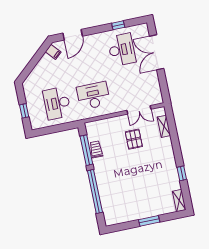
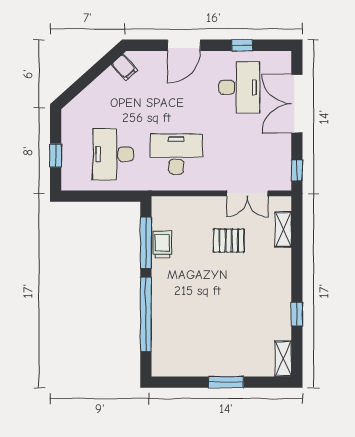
door: (73, 35) -> (184, 45), moved
window: (165, 91) -> (297, 170), added
pallet: (134, 139) -> (229, 241), turned 90

